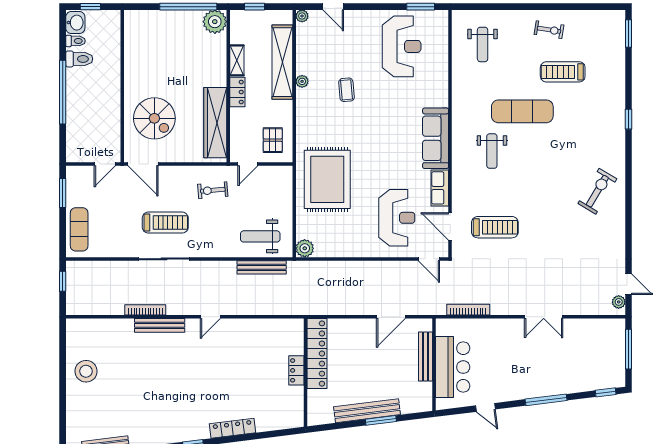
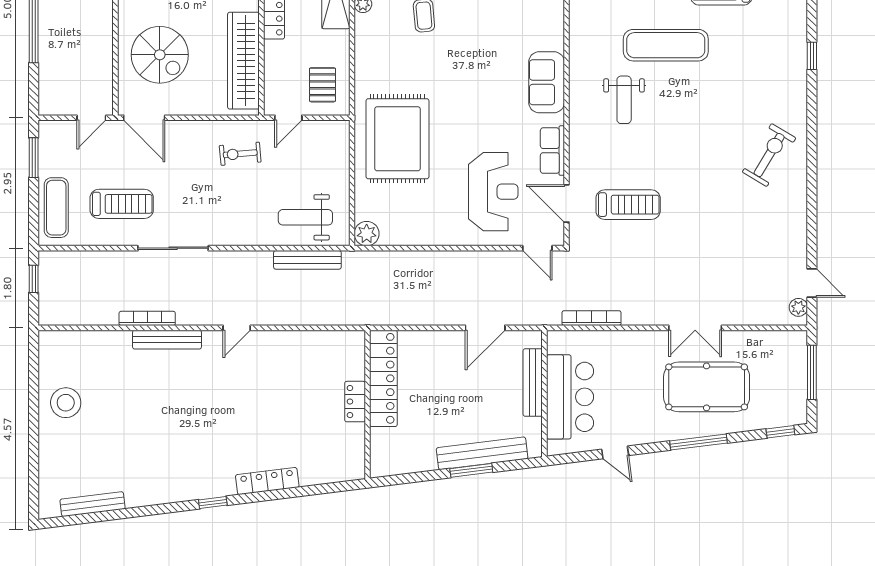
sofa: (436, 138) -> (547, 82), width x0.73
treadmill: (165, 223) -> (122, 204), moved
pool table: (552, 360) -> (707, 387), added
bench: (367, 411) -> (482, 453), moved

